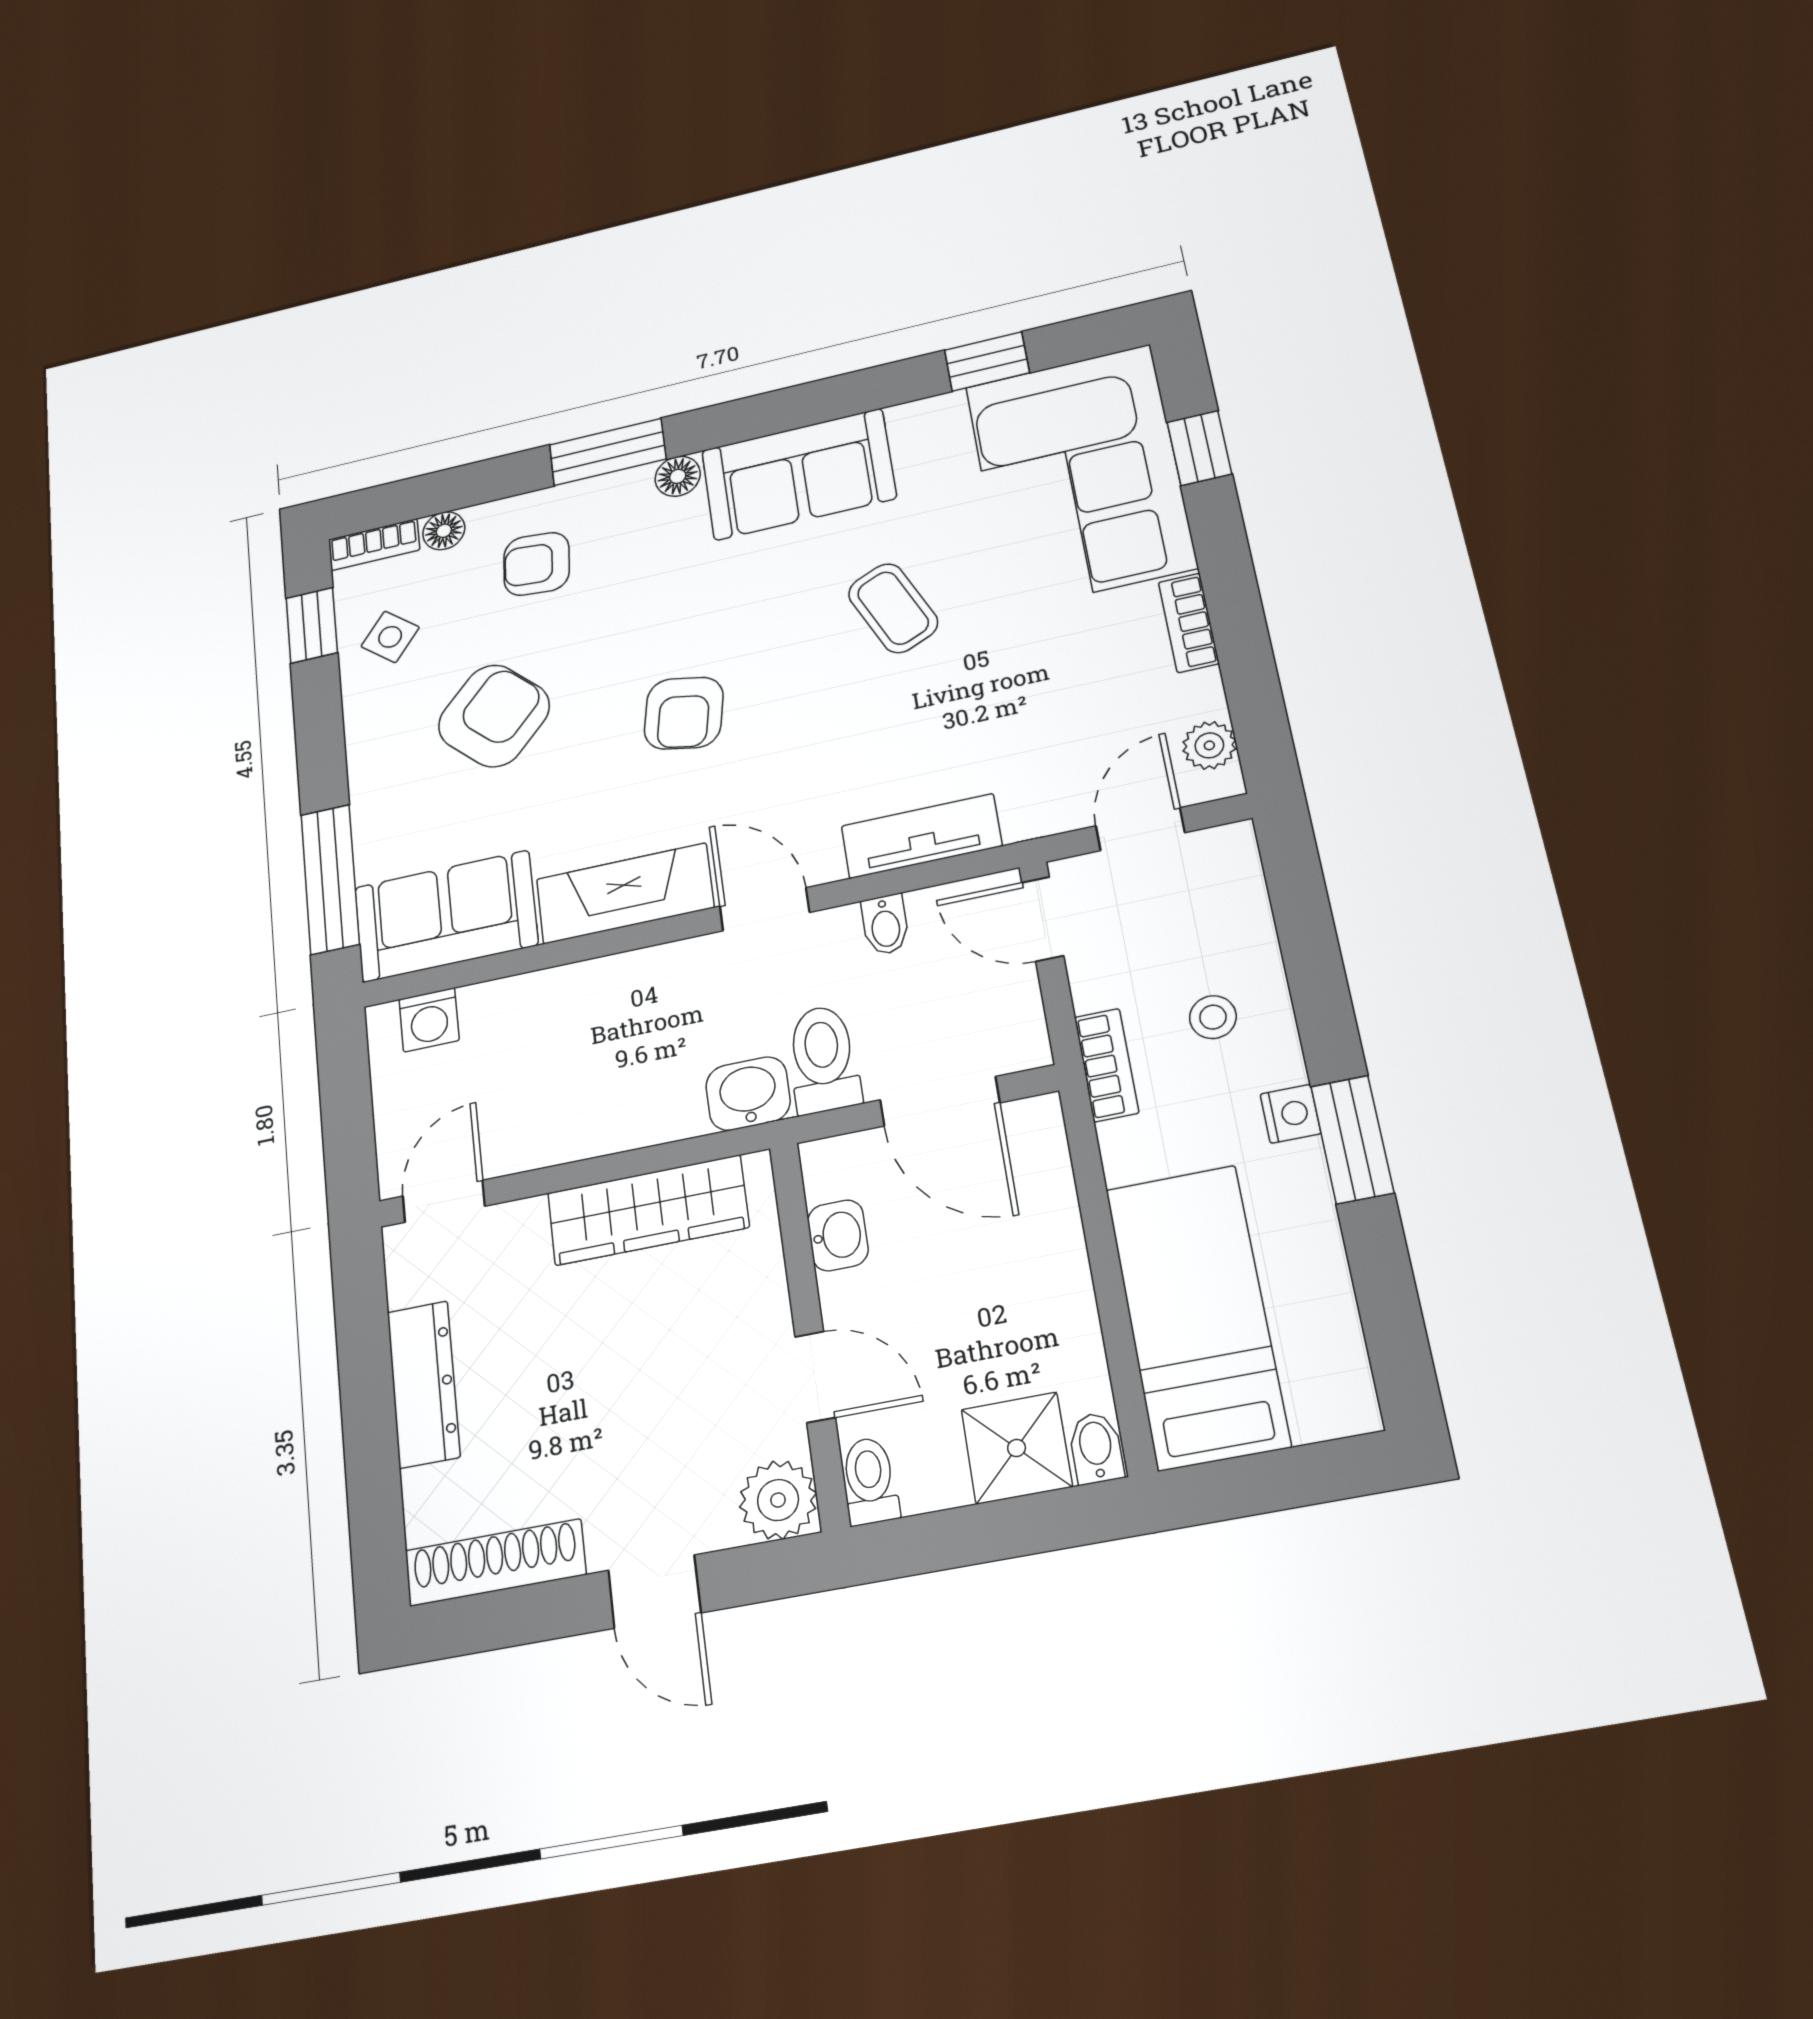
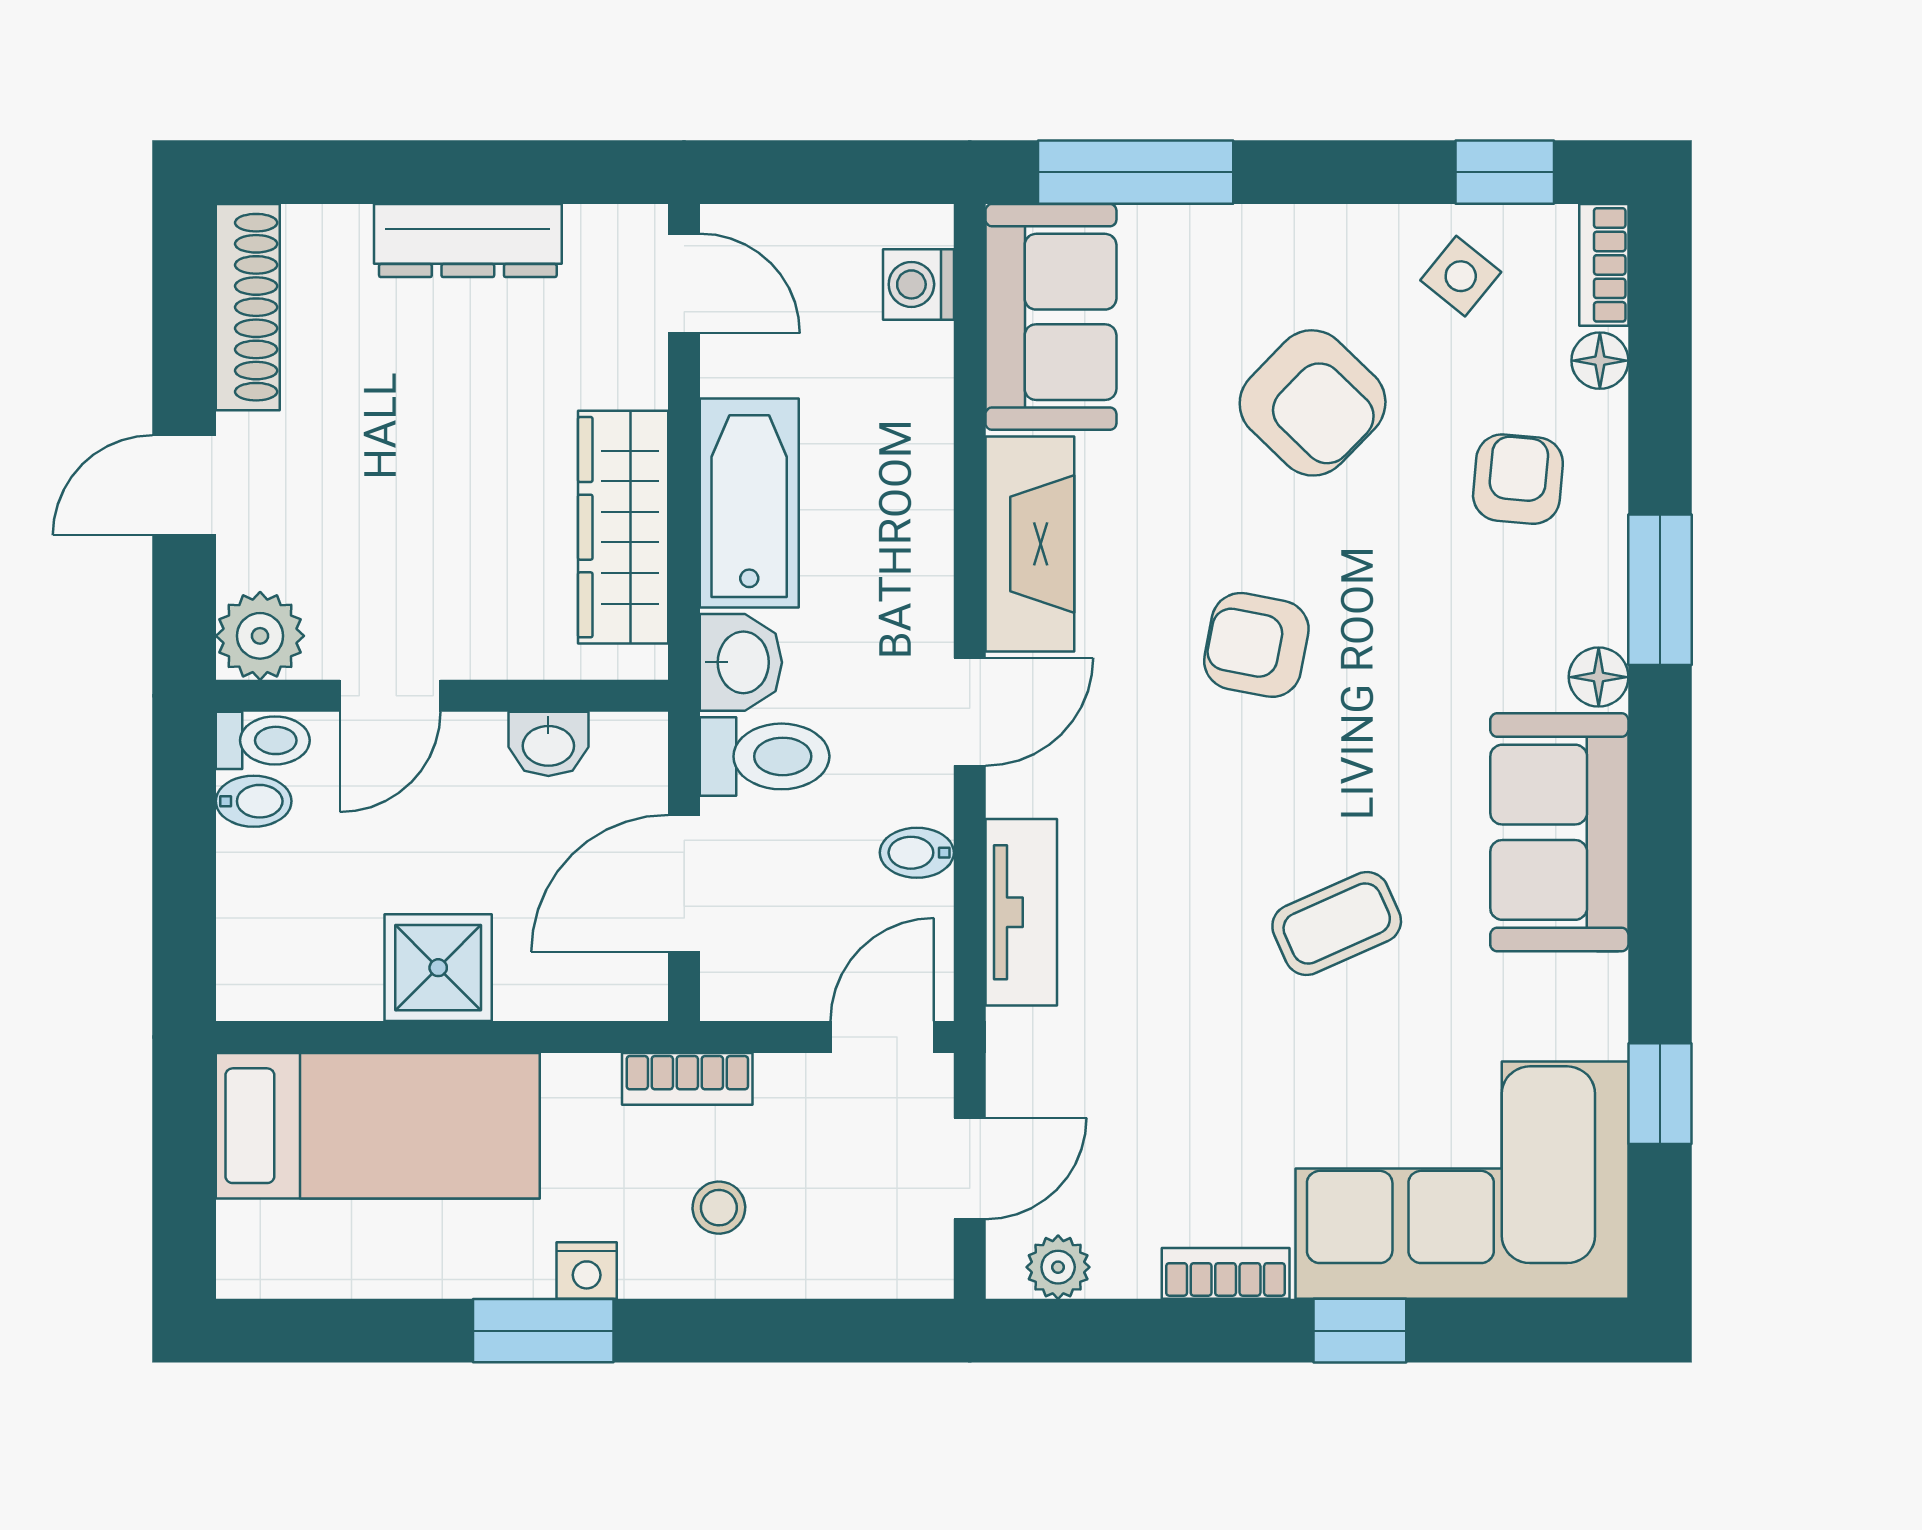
window: (1199, 448) -> (1360, 1331), moved
door: (1140, 829) -> (970, 1168), hinge flipped
bathtub: (616, 1114) -> (749, 503), added
shower: (1017, 1448) -> (438, 968), moved
bidet: (1096, 1448) -> (254, 801), moved

